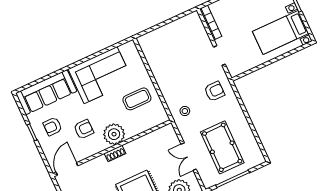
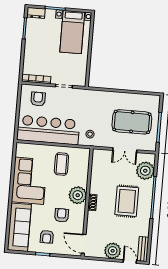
bar counter: (164, 65) -> (48, 130), added
armchair: (214, 91) -> (38, 99), moved

